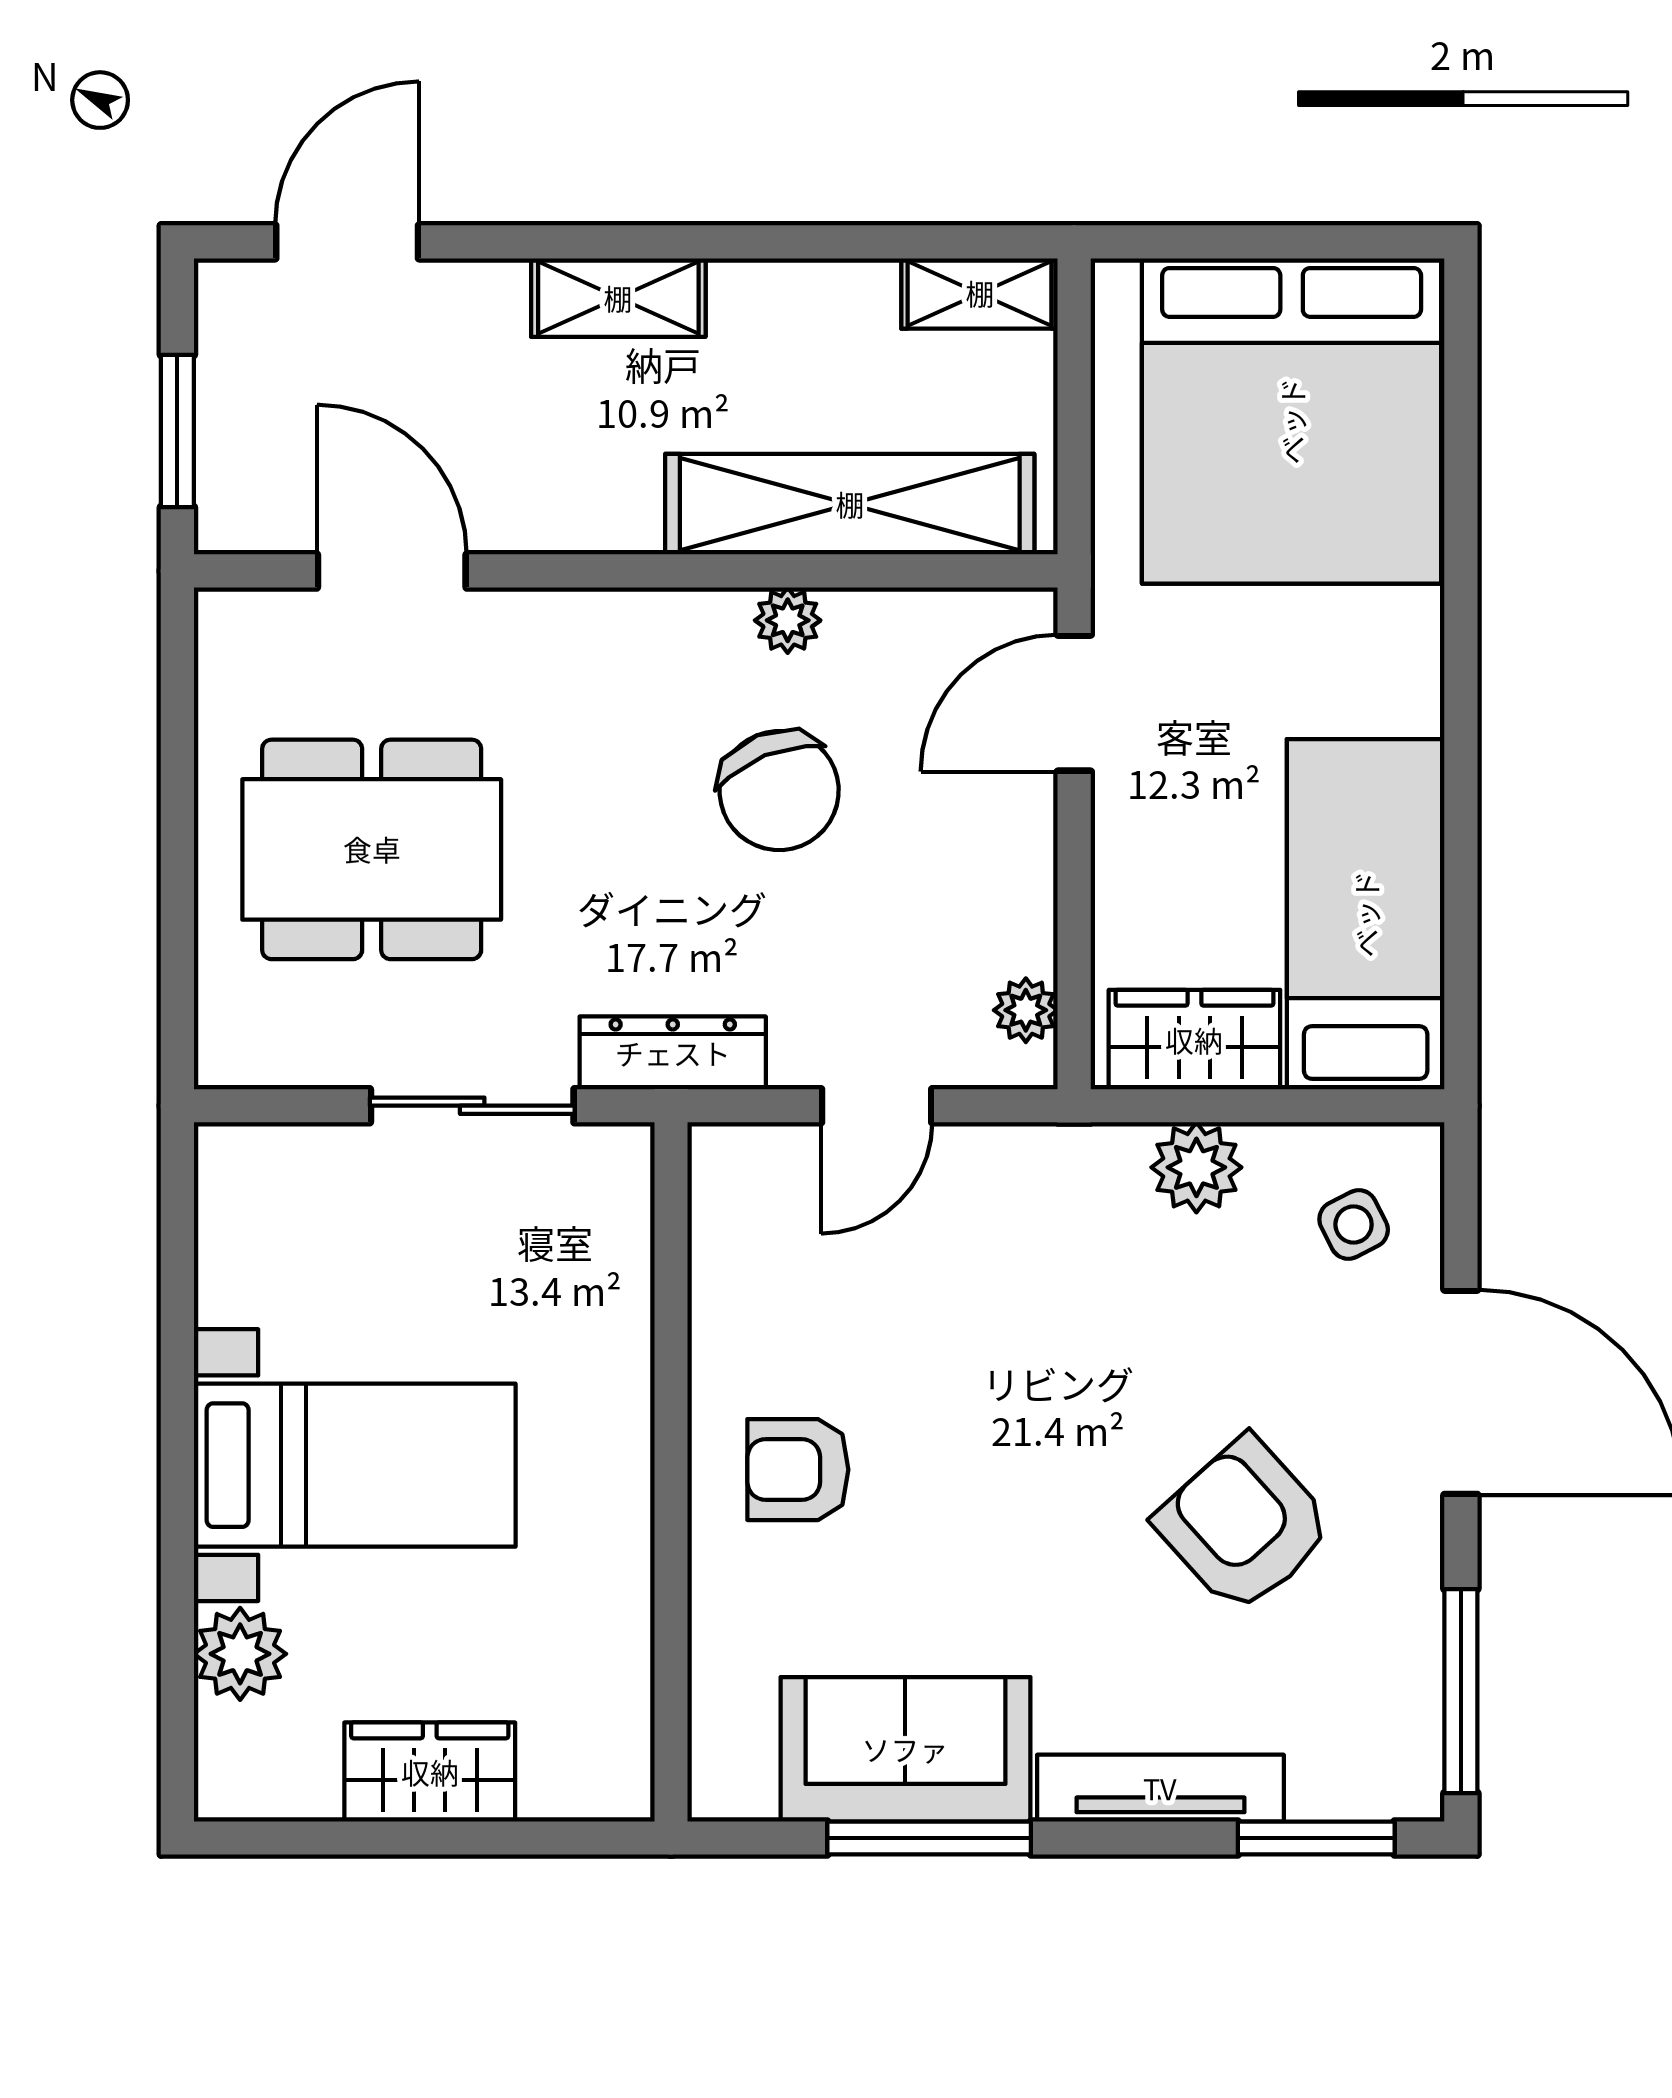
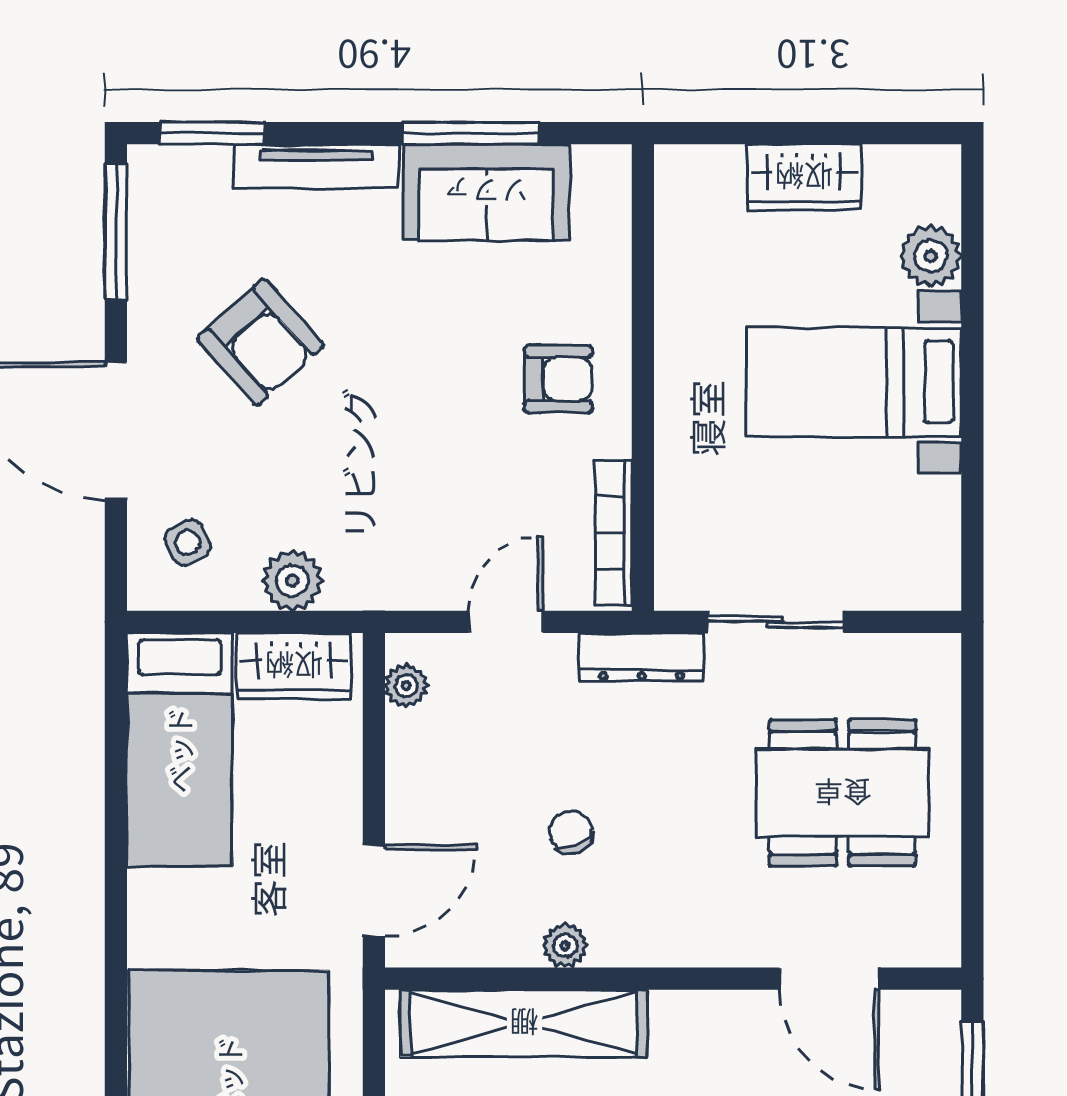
chair: (779, 791) -> (571, 832), width x0.54, depth x0.54
bookcase: (715, 1239) -> (613, 533), added

